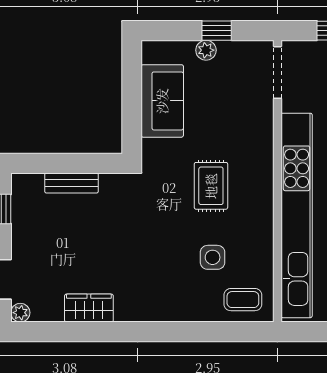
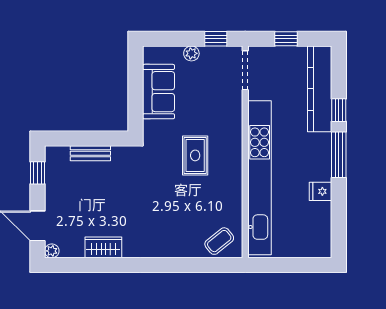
window: (217, 31) -> (216, 39), moved
side table: (213, 257) -> (196, 209), removed
coffee table: (243, 300) -> (219, 241), turned -39

